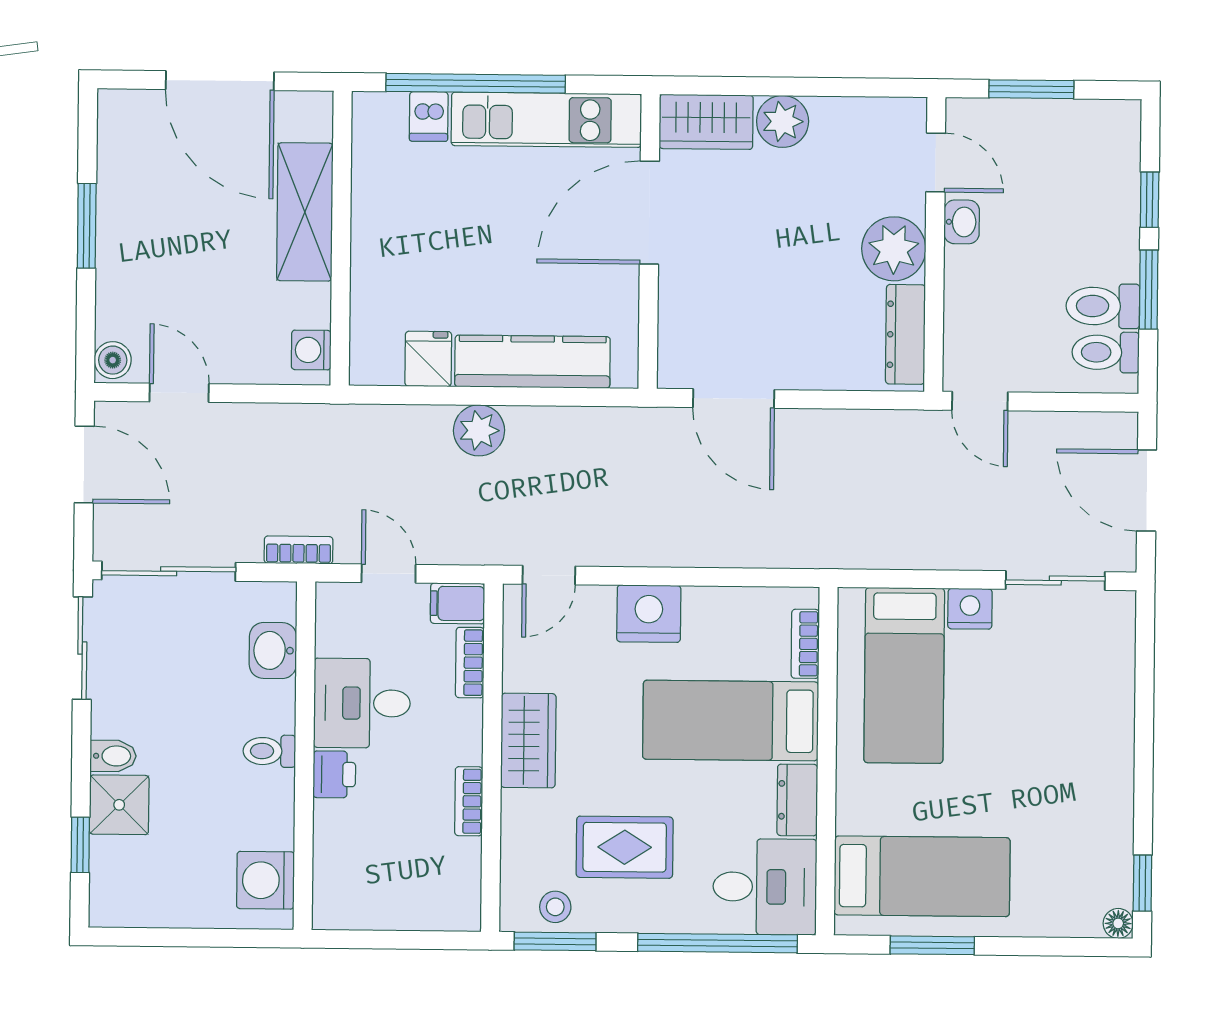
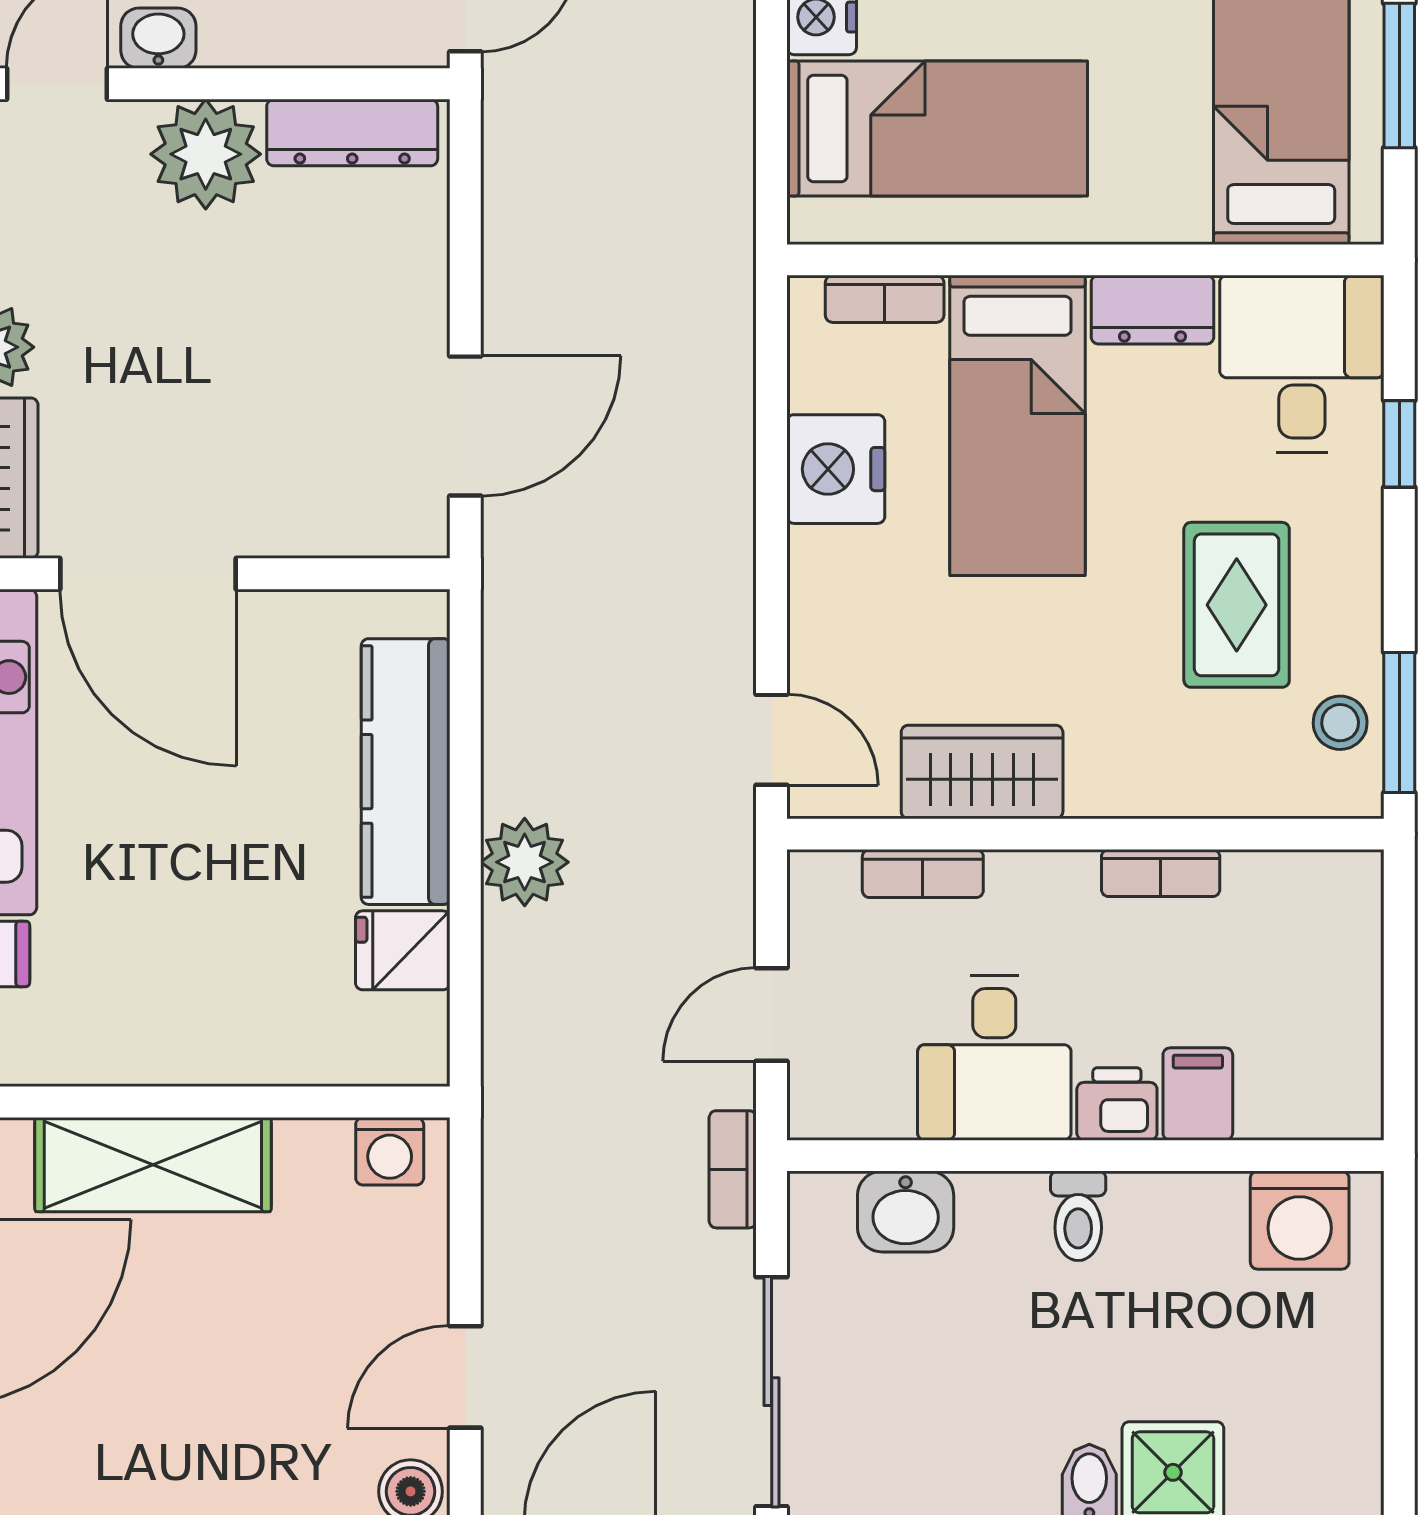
filing cabinet: (458, 603) -> (1198, 1094), moved, turned 180
nightstand: (649, 614) -> (836, 469), moved
wardrobe: (528, 740) -> (982, 772), moved
window: (717, 943) -> (1399, 444), width x0.32

